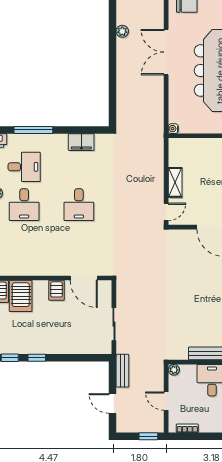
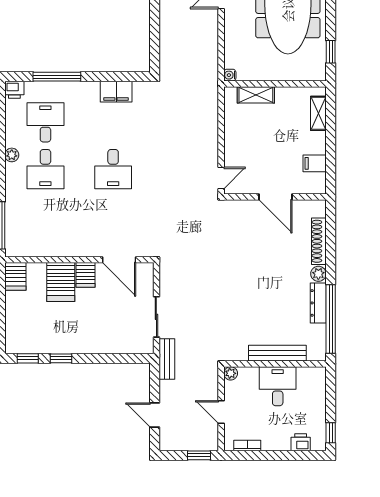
desk: (24, 167) -> (45, 122), turned -90
shelving: (175, 182) -> (256, 95), moved, turned 90
server rack: (21, 296) -> (61, 282), moved
bench: (122, 371) -> (167, 359), moved

